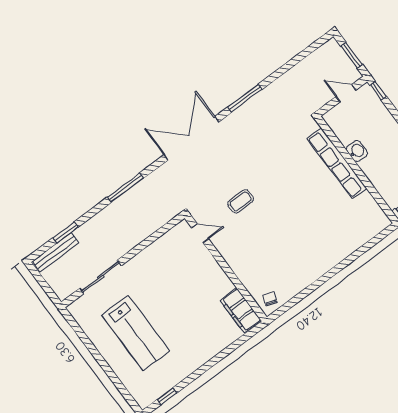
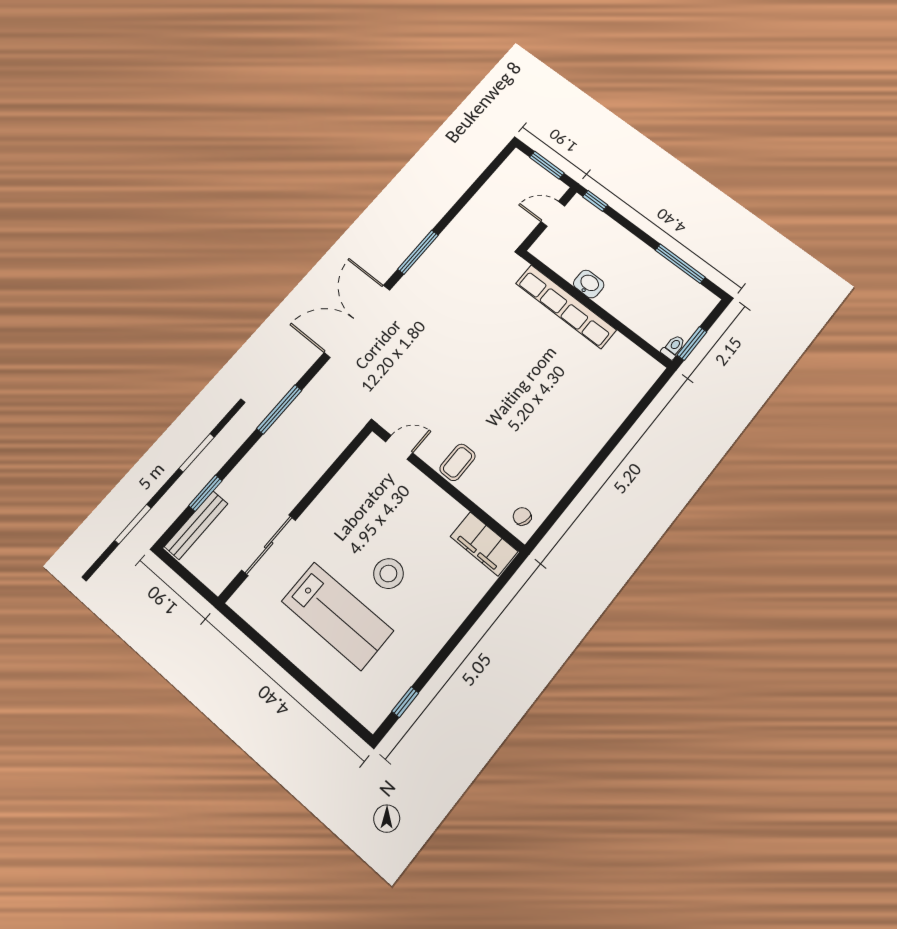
coffee table: (241, 201) -> (458, 462), moved
stool: (174, 314) -> (388, 574), added

